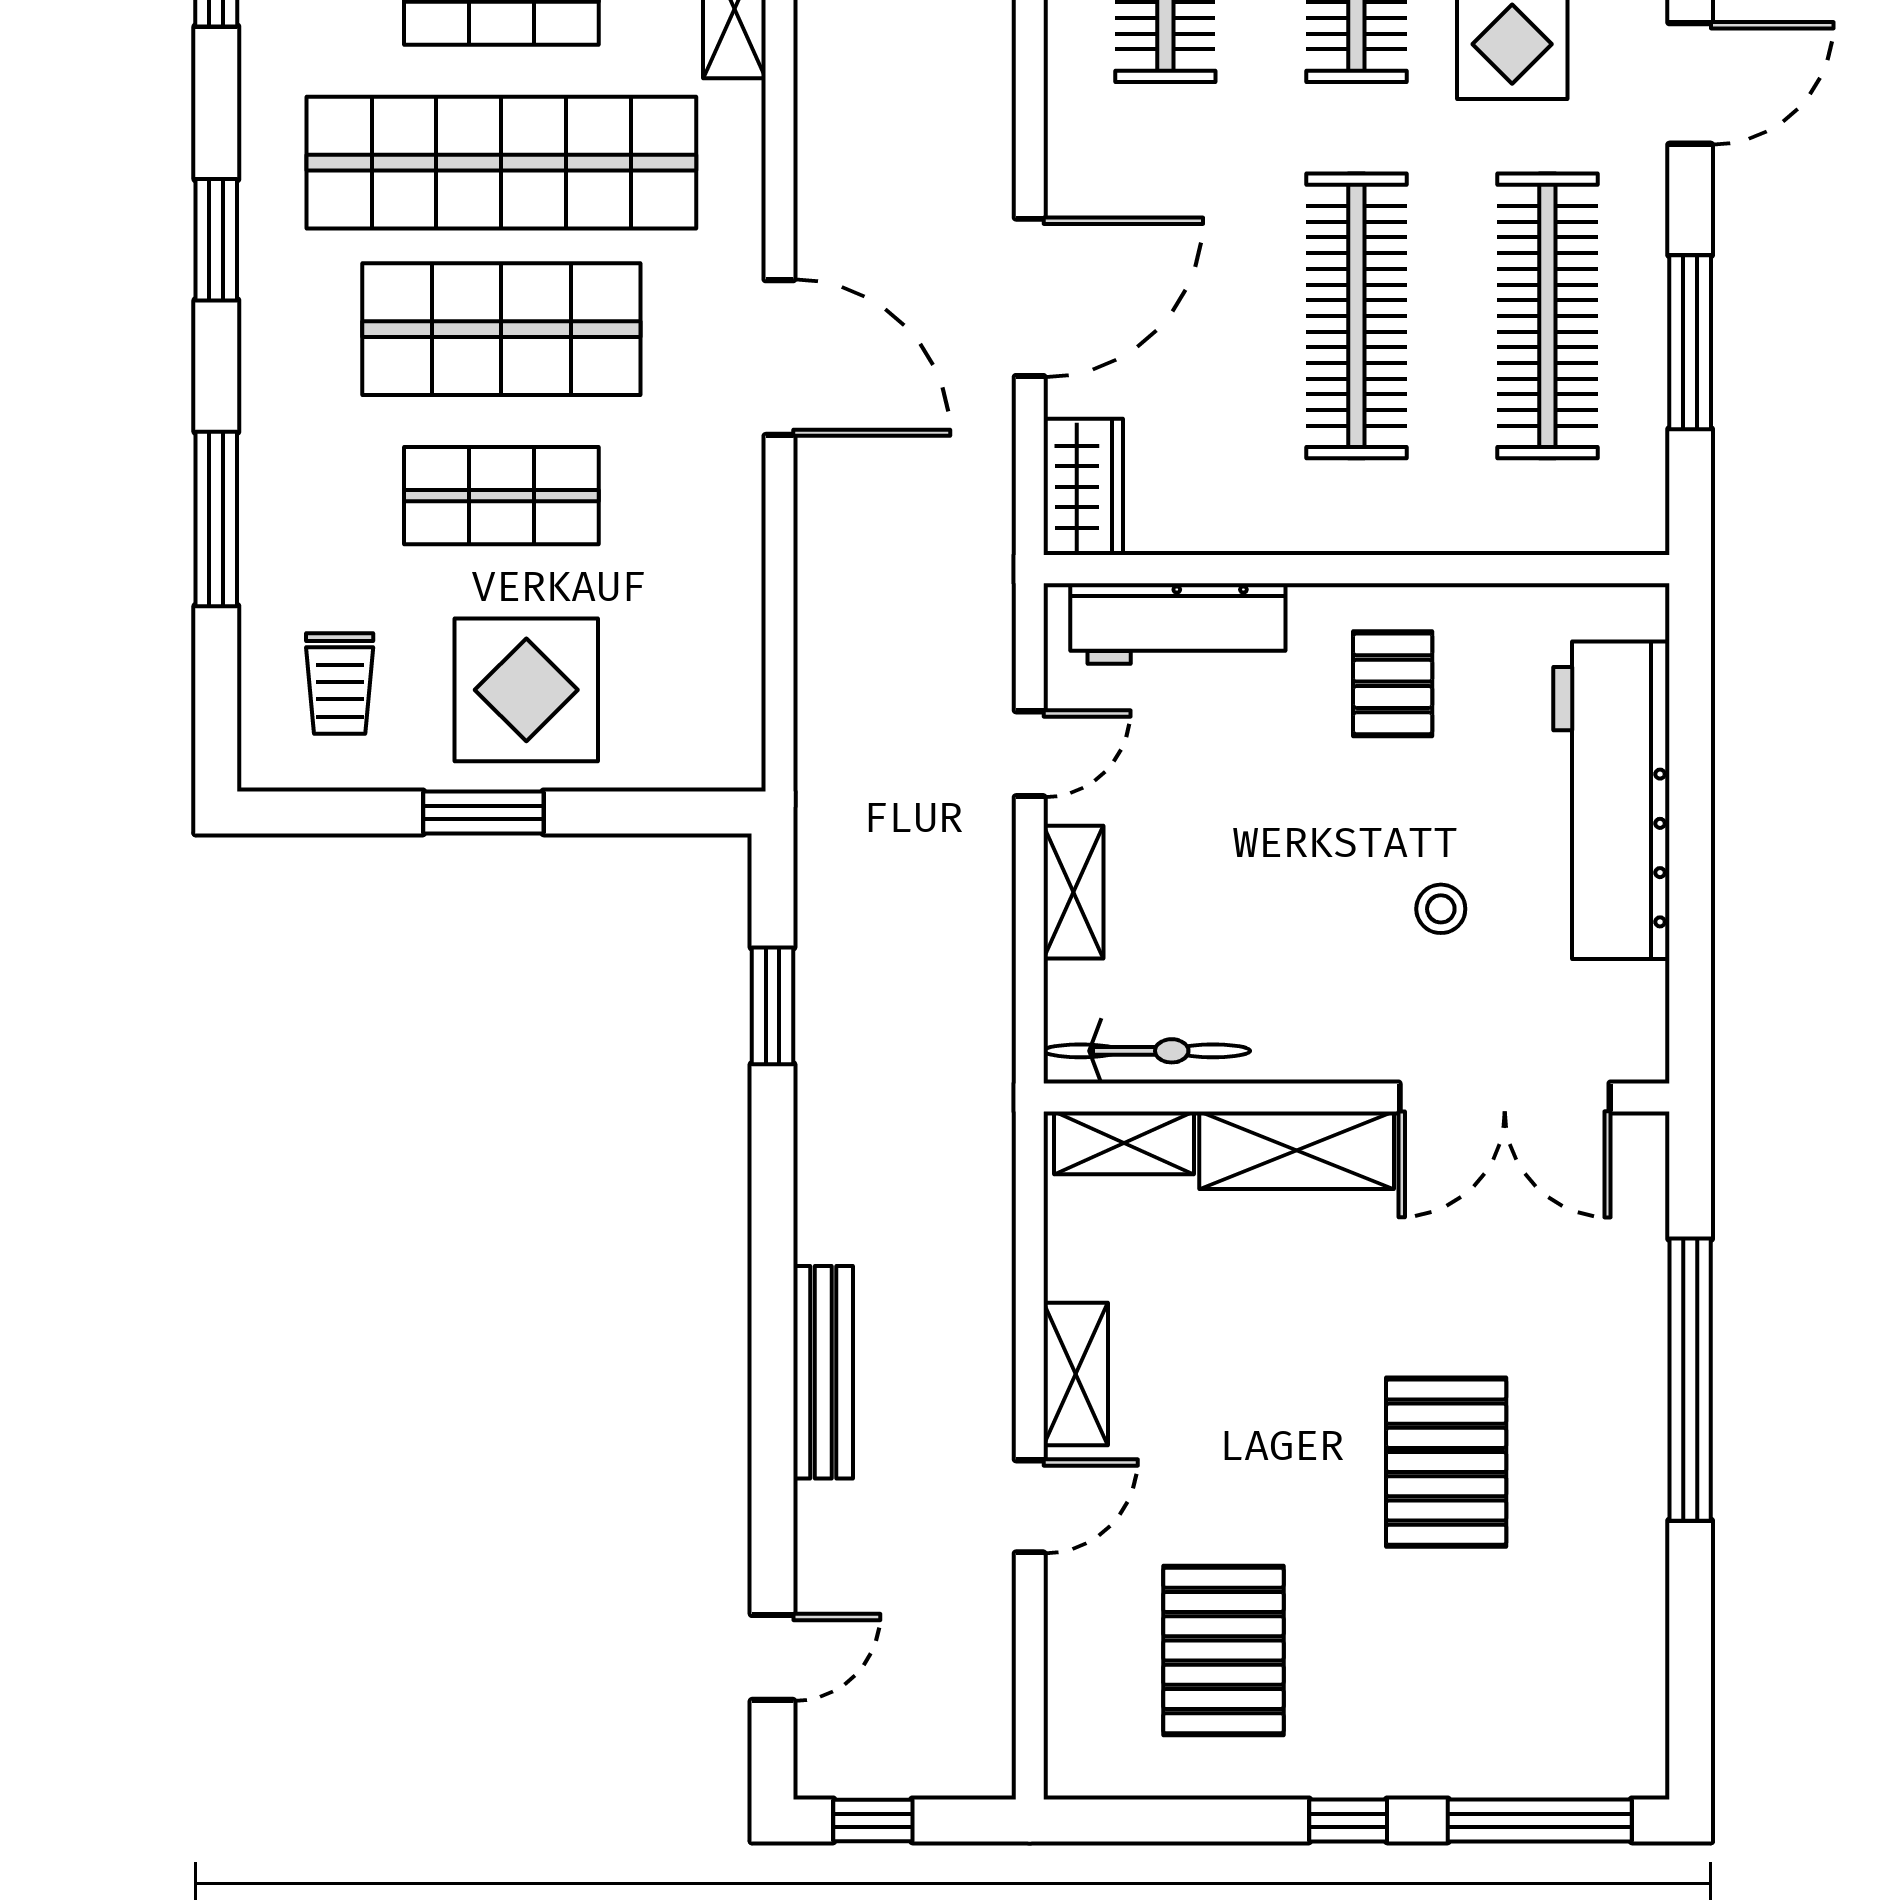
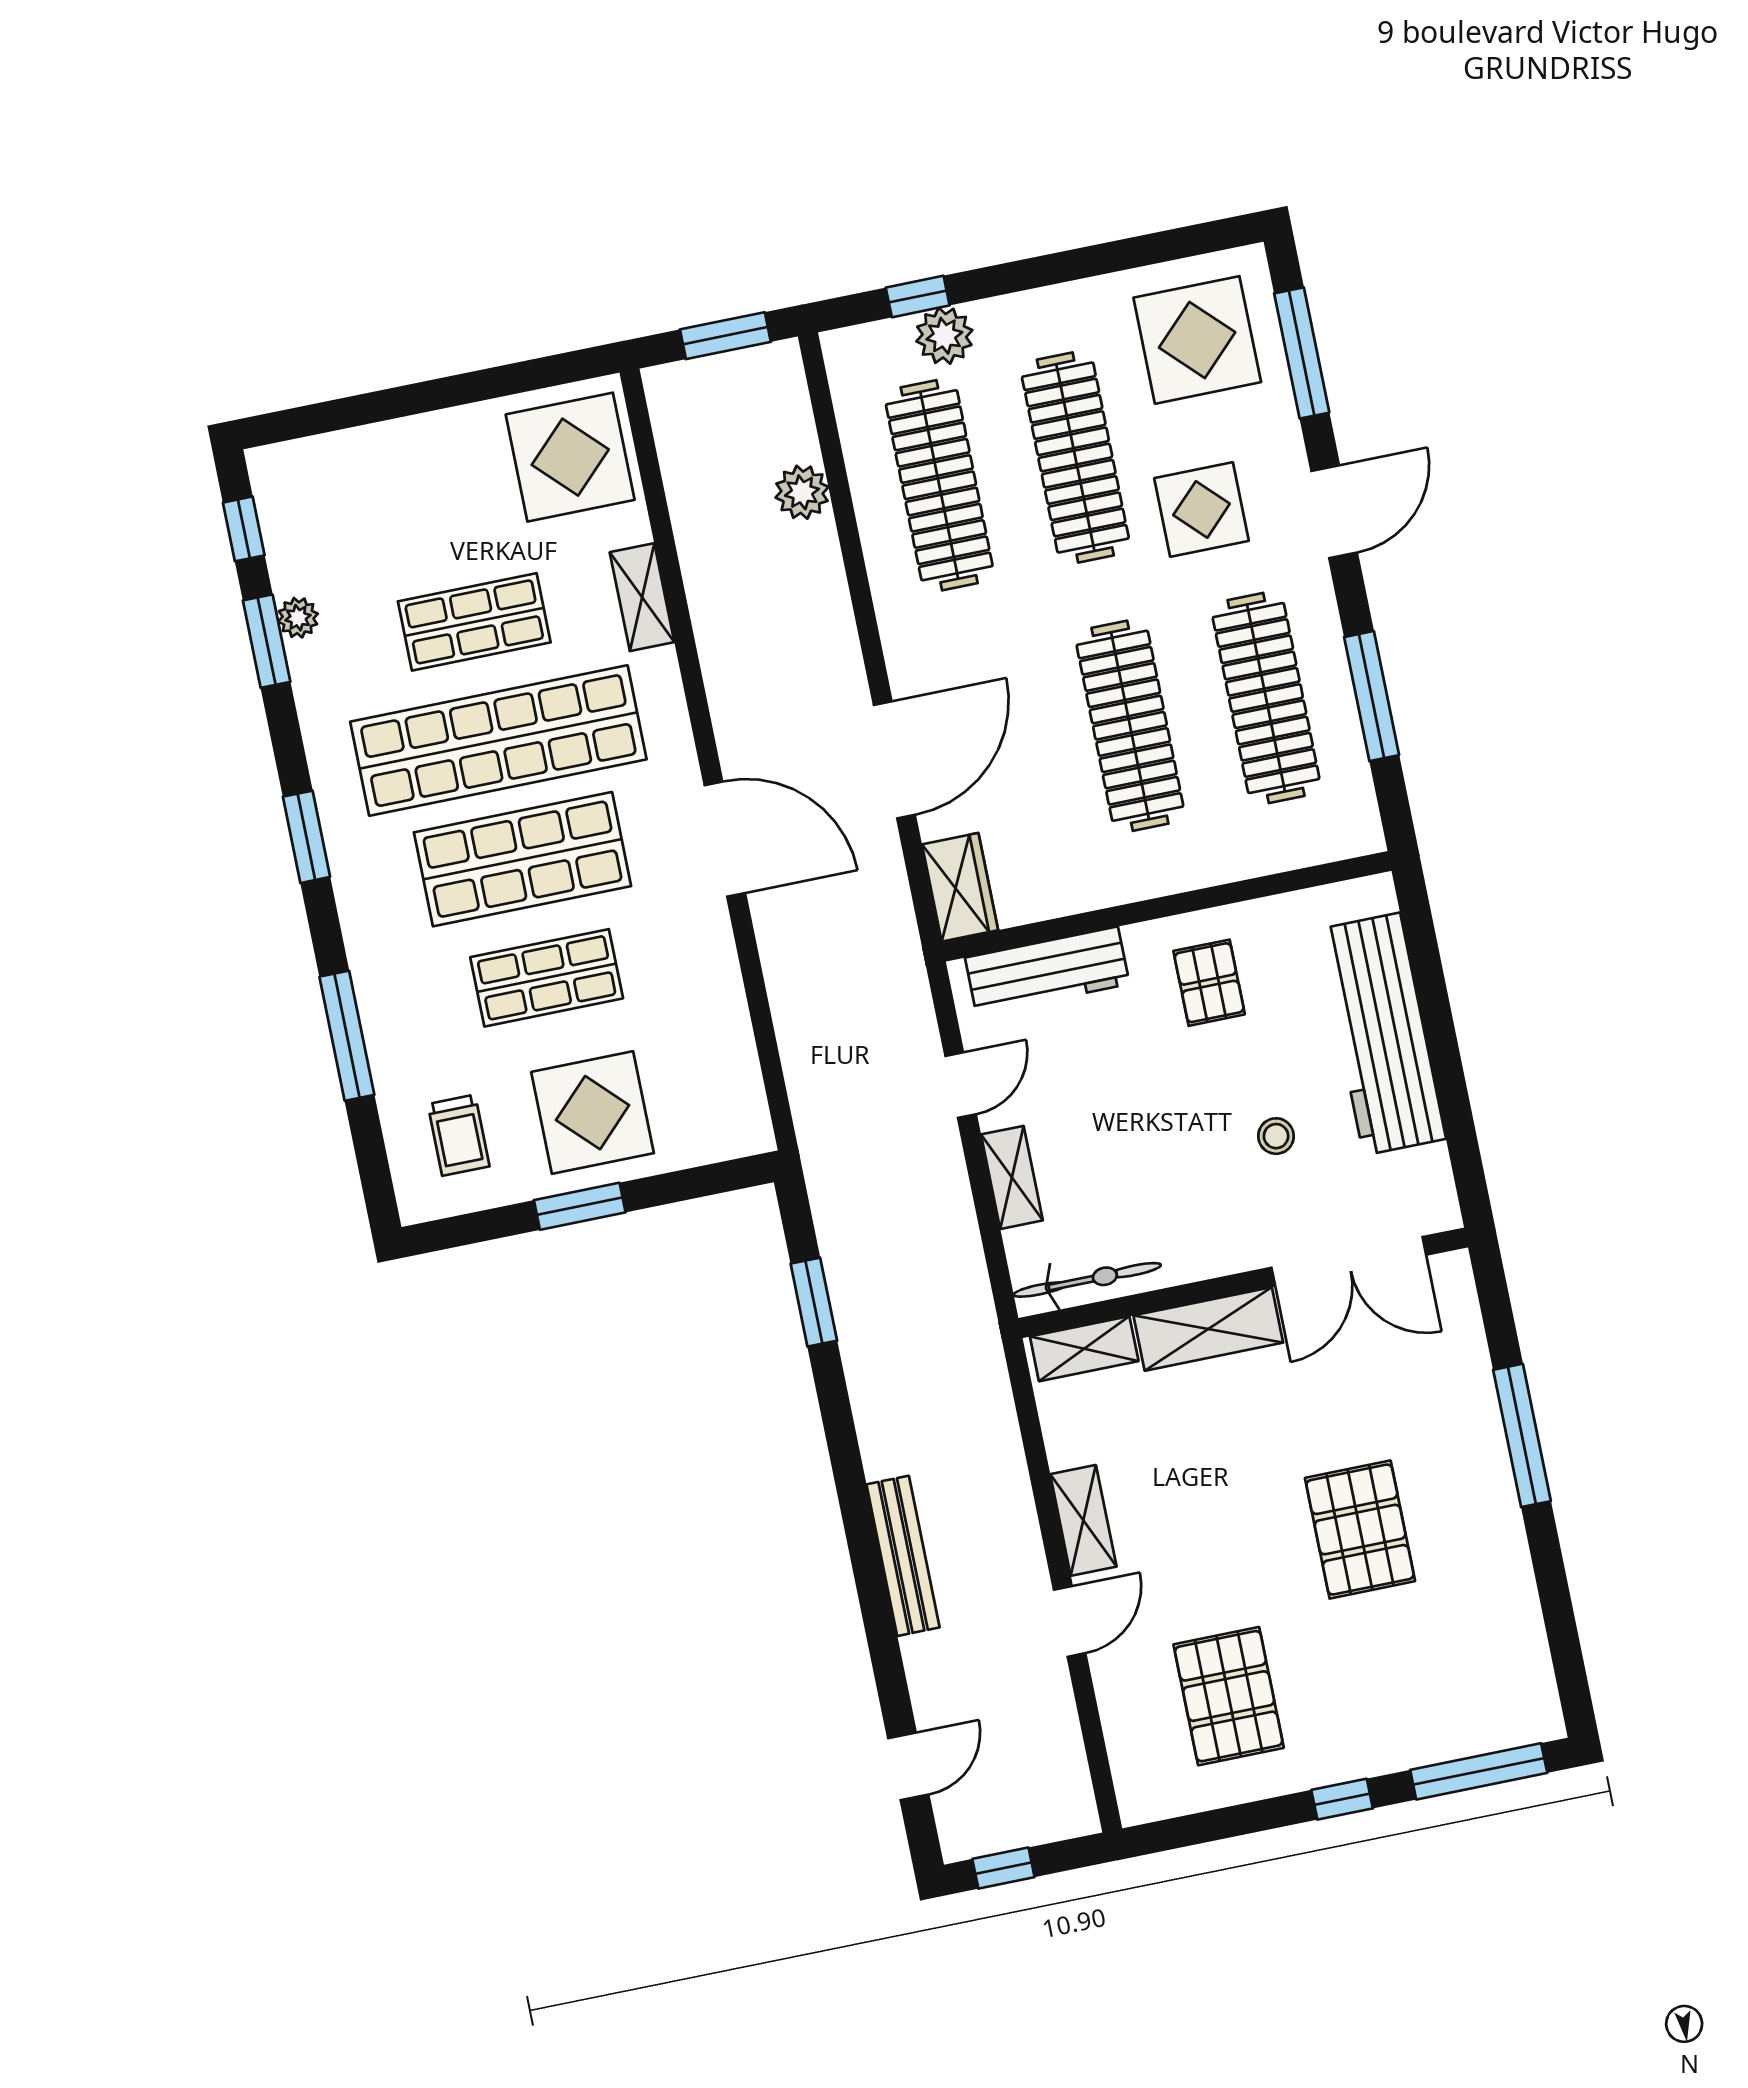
window: (1690, 1380) -> (1522, 1435), width x0.68

